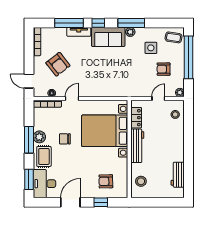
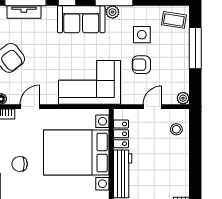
tv unit: (79, 32) -> (24, 12), moved
window: (189, 57) -> (195, 48), width x0.68
armchair: (164, 69) -> (141, 65), moved
corner sofa: (114, 81) -> (90, 82), added

